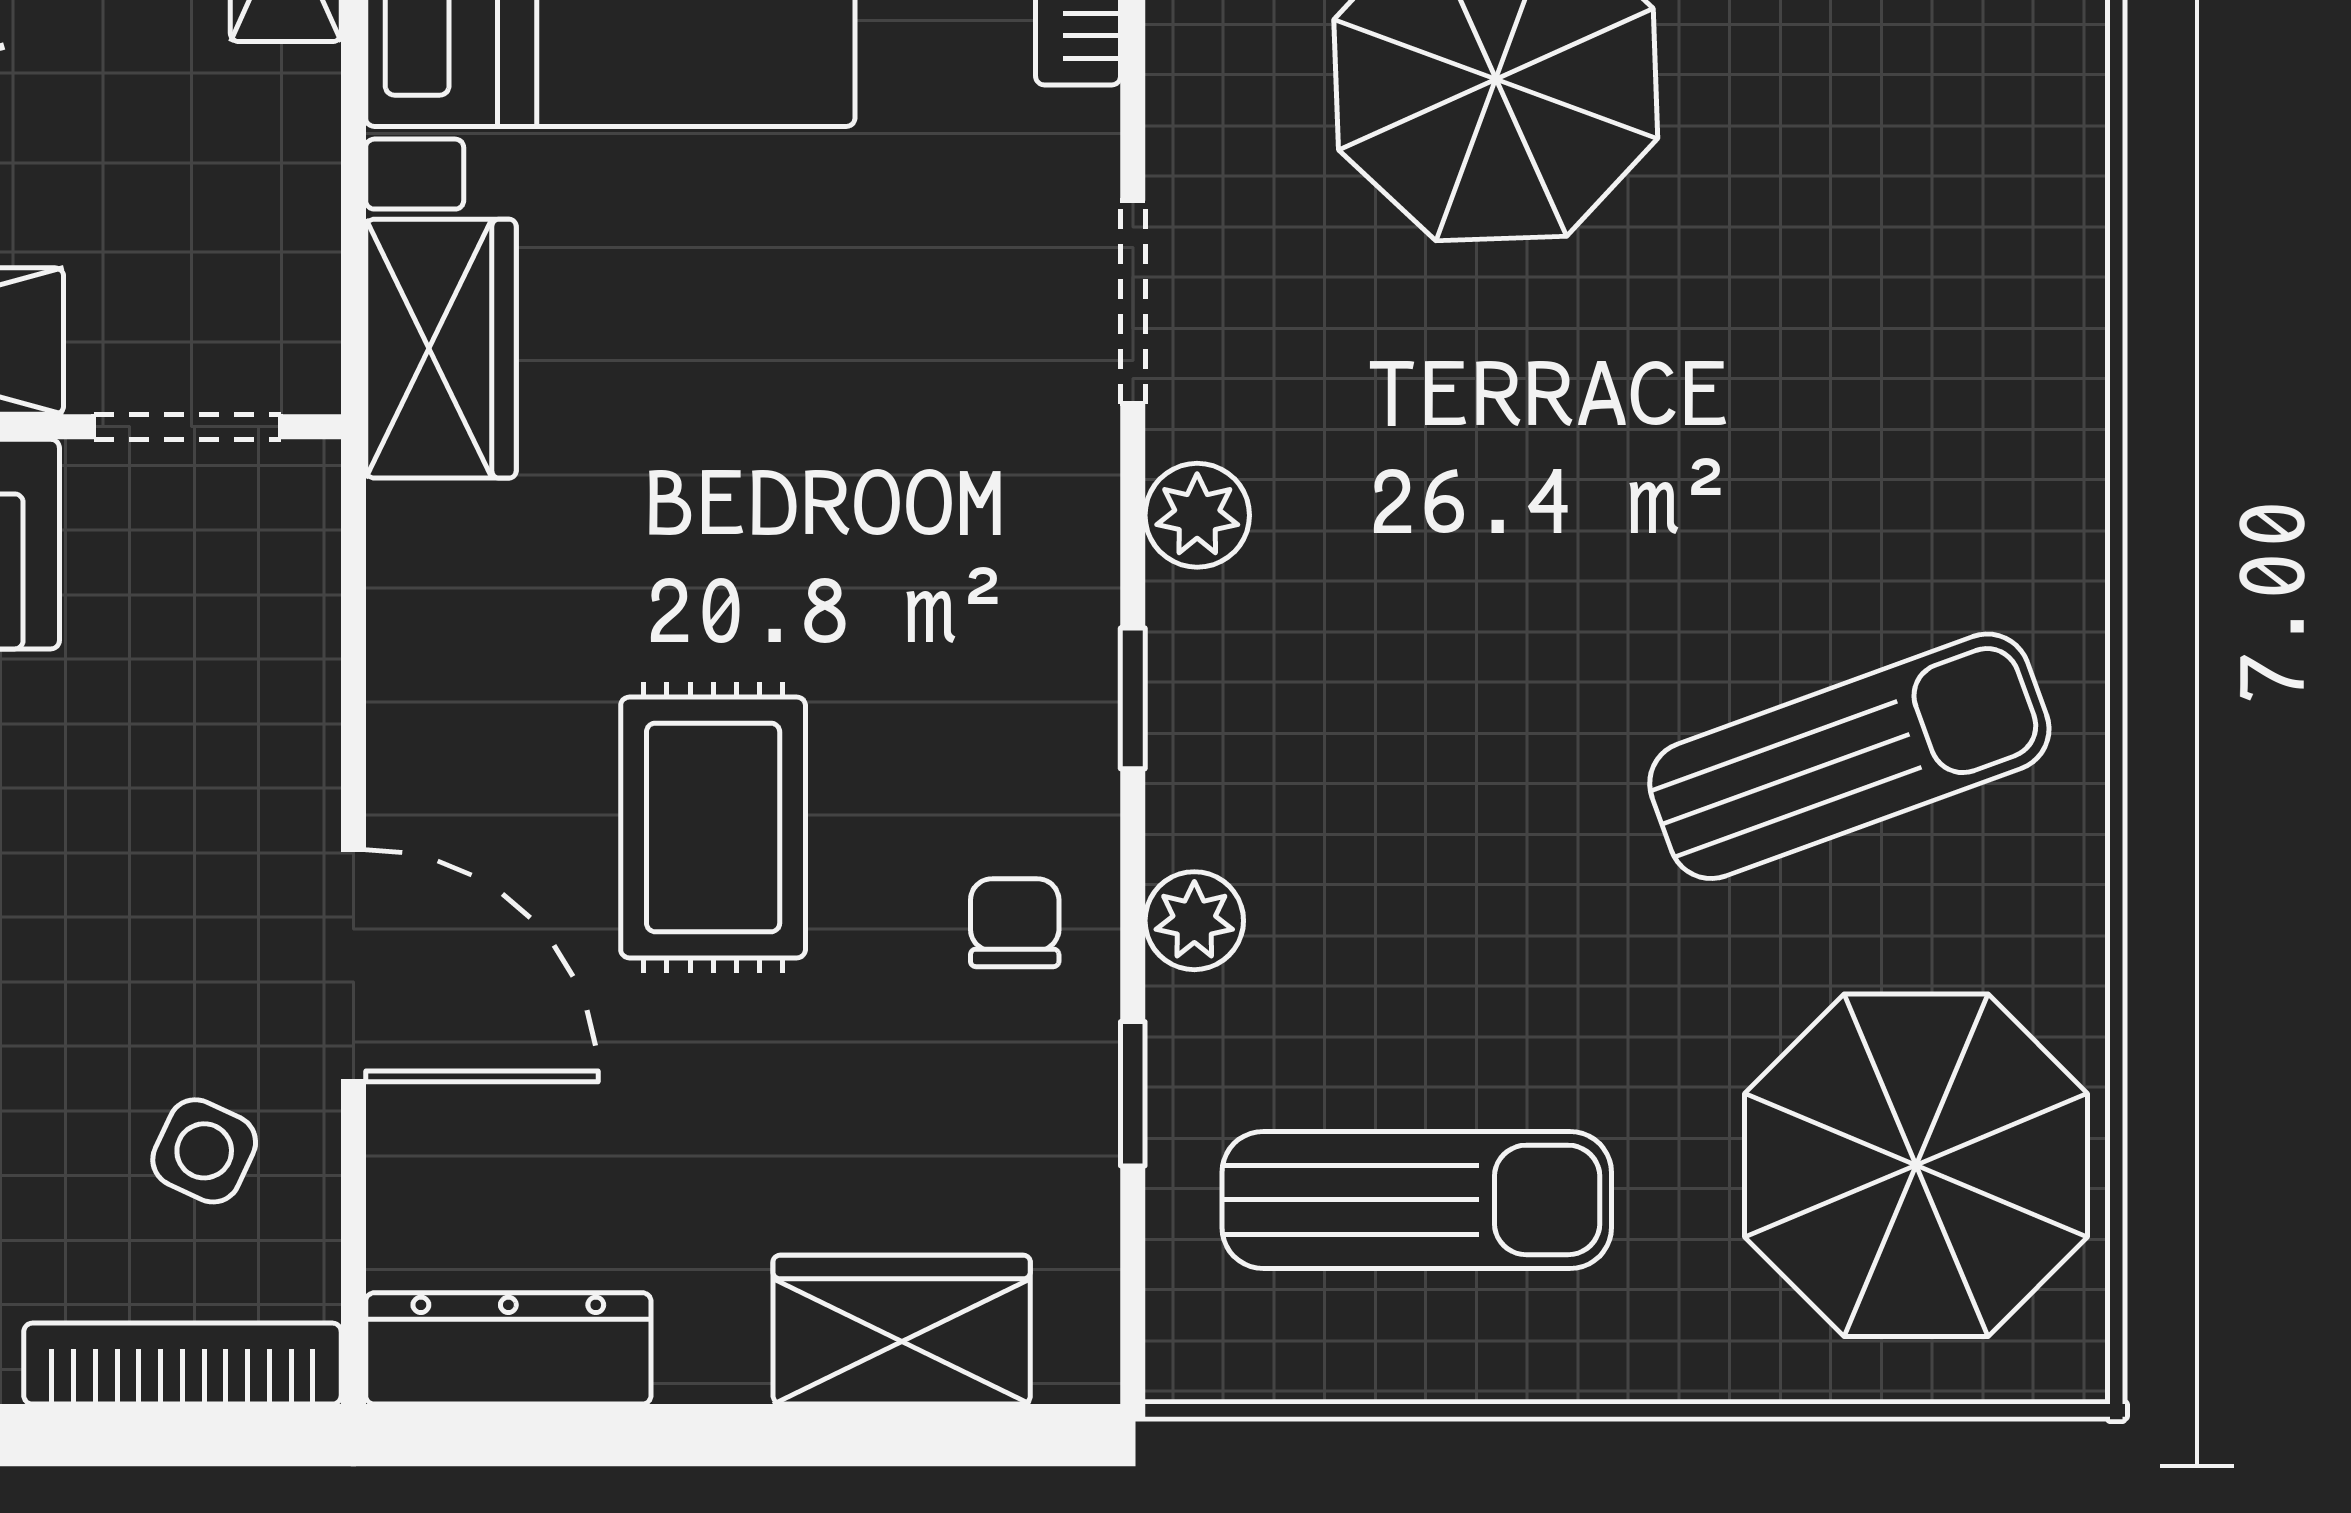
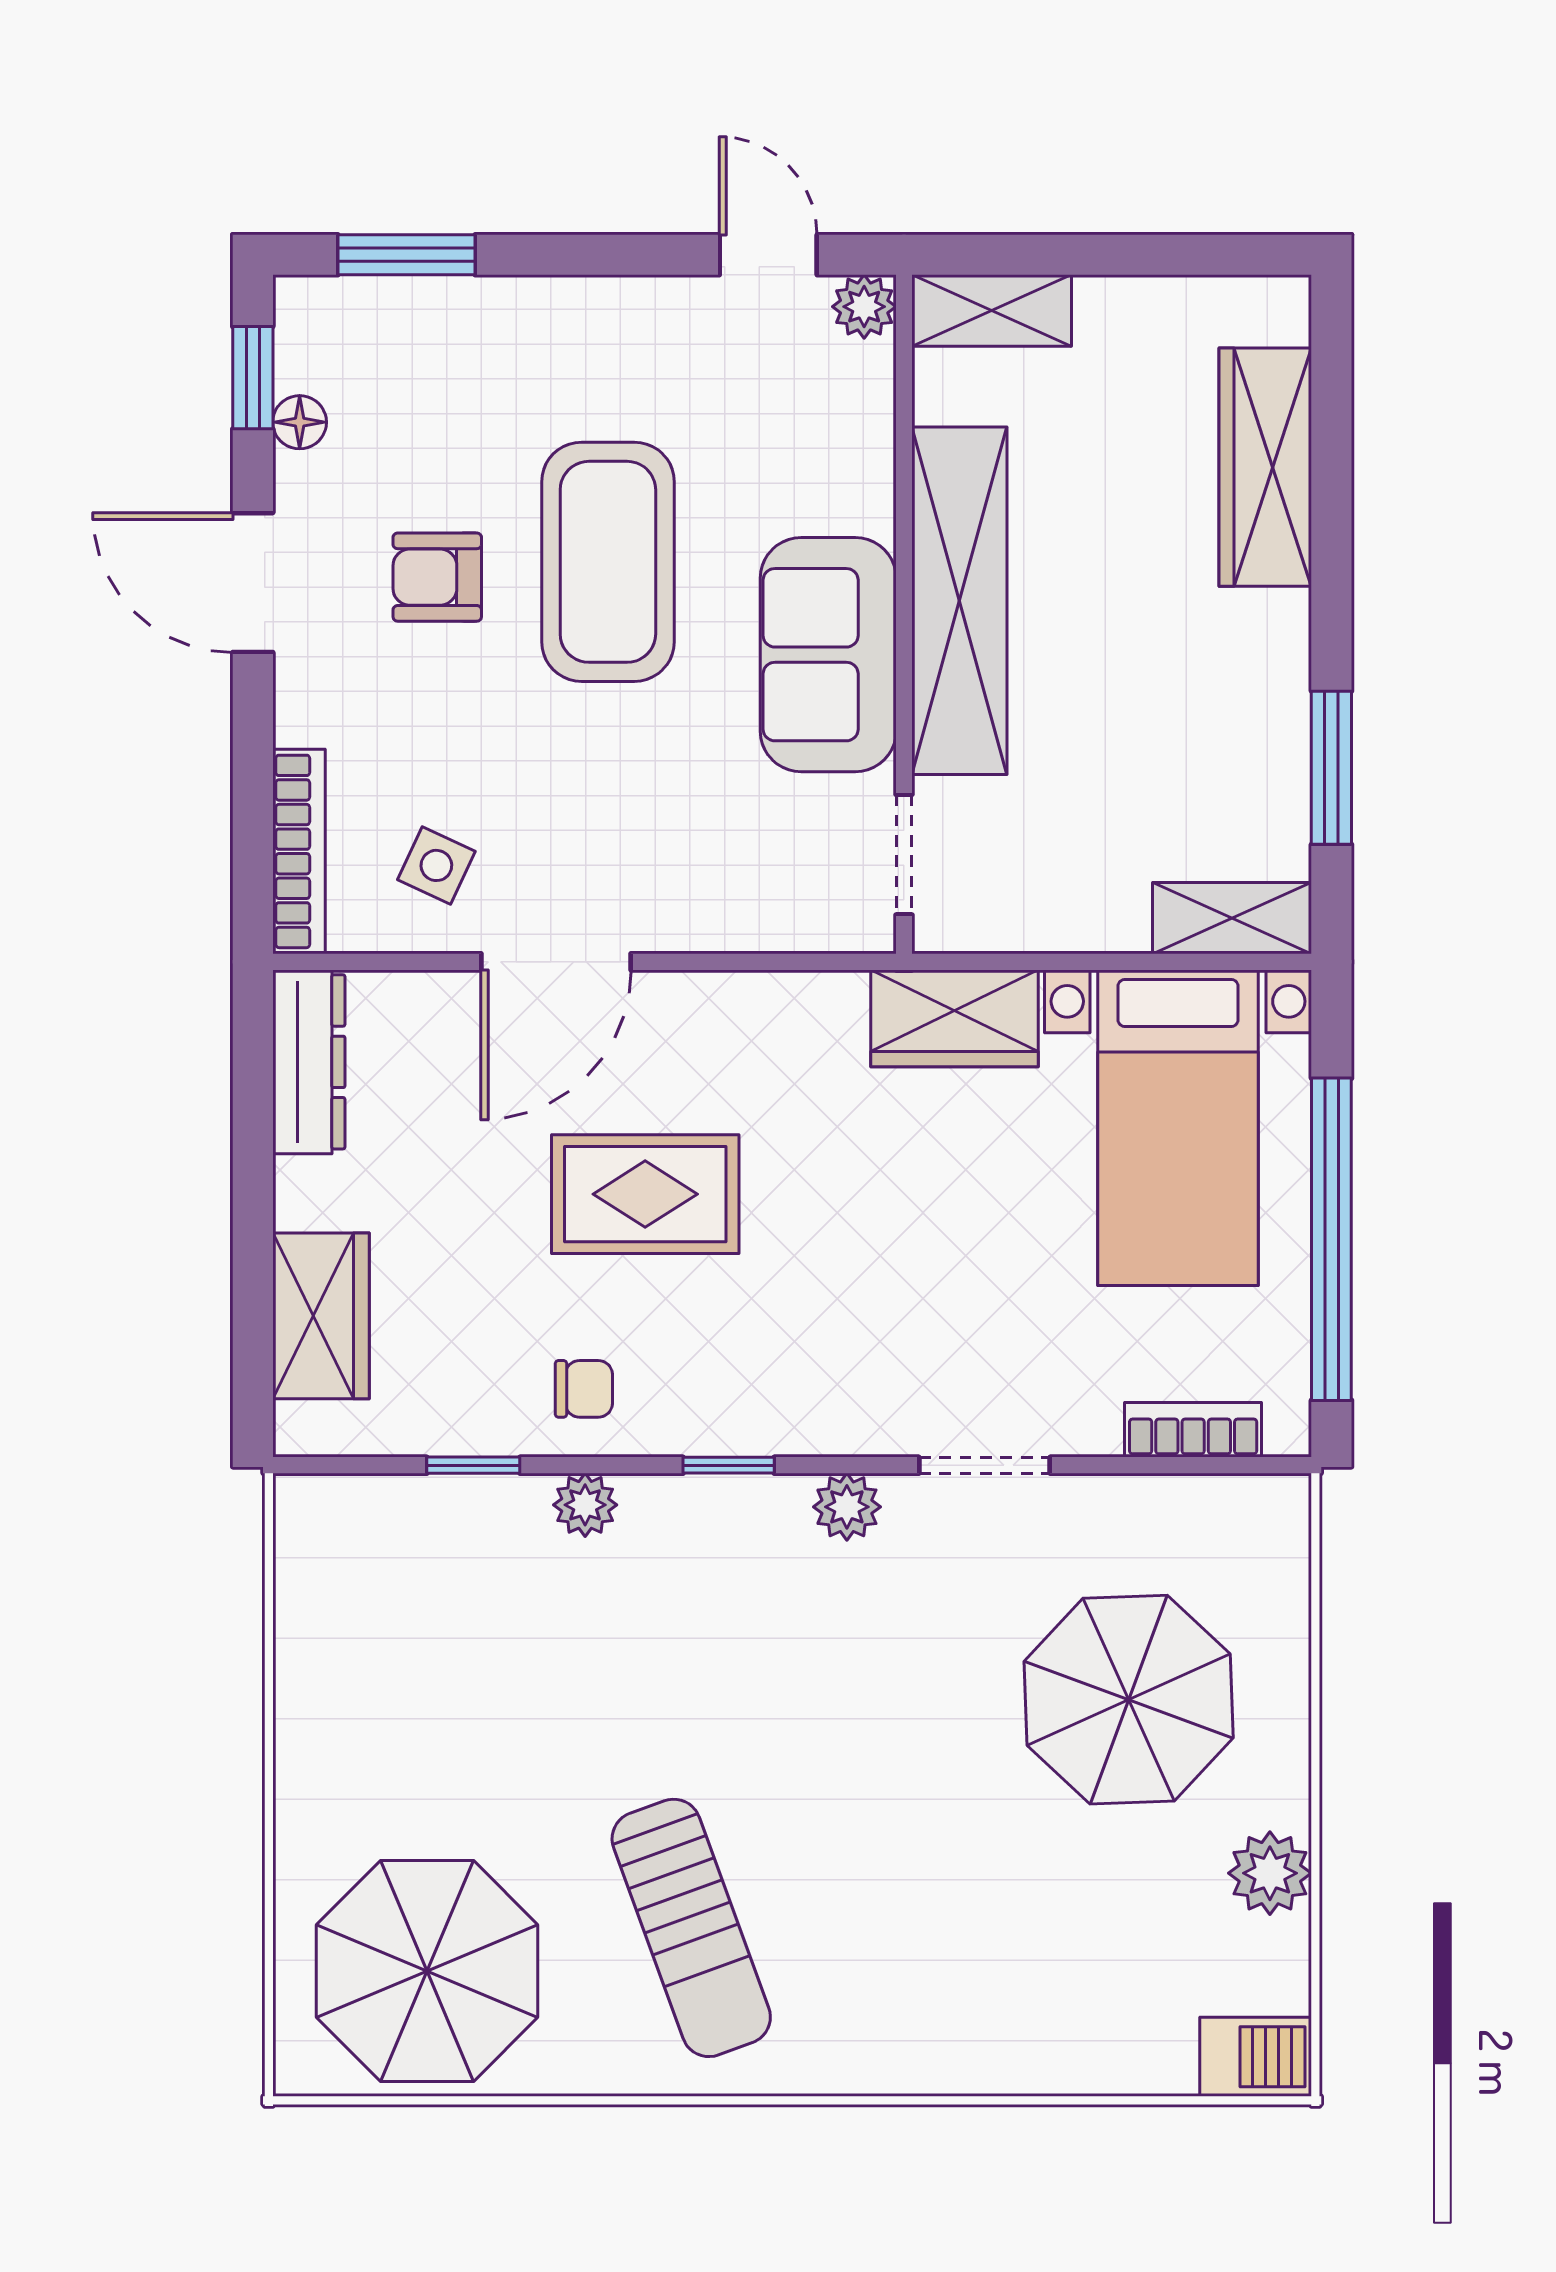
sun lounger: (1417, 1200) -> (405, 1649), removed

